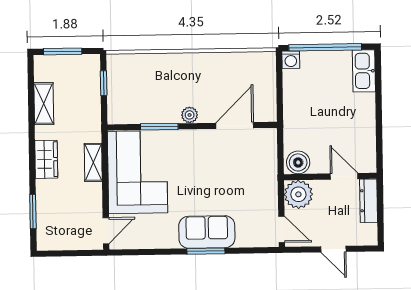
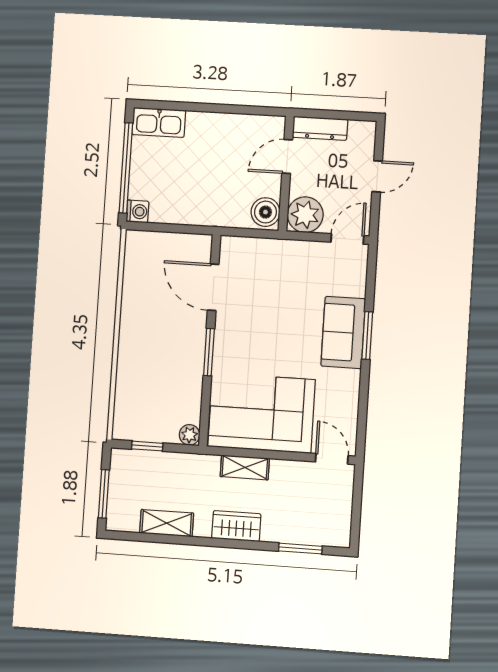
plant: (190, 115) -> (189, 435), moved
window: (159, 127) -> (209, 352), moved

